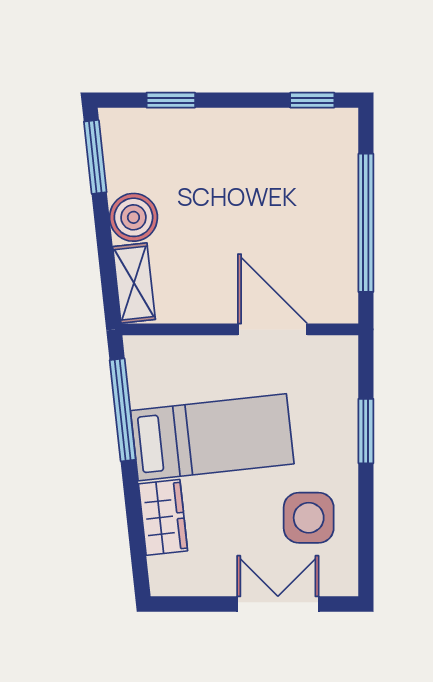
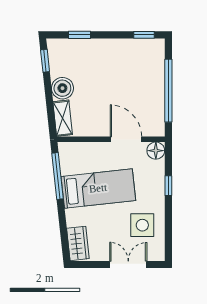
window: (95, 157) -> (45, 61), width x0.67
floor lamp: (338, 354) -> (156, 151), added
window: (366, 431) -> (168, 186), width x0.67
wardrobe: (163, 517) -> (78, 243), moved

